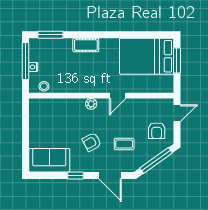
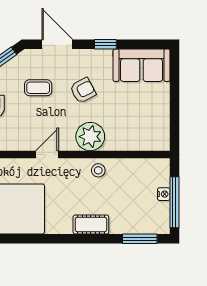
stool: (44, 86) -> (98, 170), moved
plant: (91, 104) -> (90, 137), width x1.87, depth x1.87

